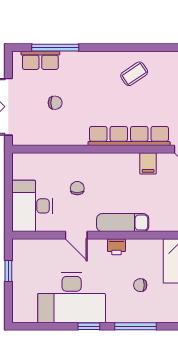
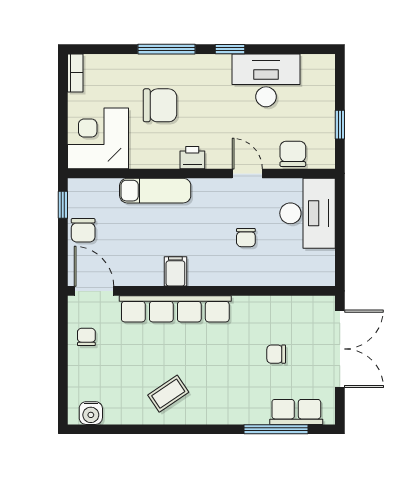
filing cabinet: (148, 163) -> (175, 271), moved
exam couch: (123, 223) -> (155, 191), moved
chair: (43, 250) -> (293, 154), added
chair: (140, 285) -> (160, 105), width x1.87, depth x1.87
desk: (72, 298) -> (266, 80), width x0.73, depth x0.77

